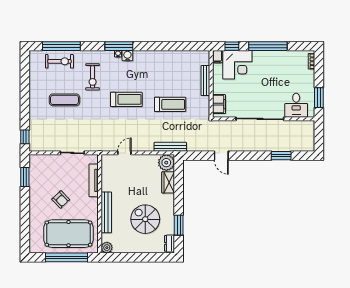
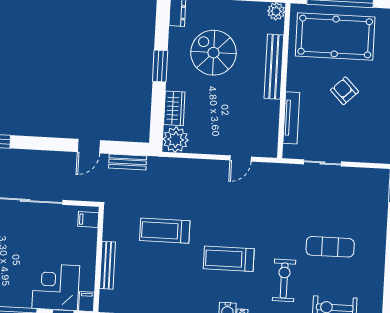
treadmill: (126, 99) -> (229, 259), moved
filing cabinet: (219, 104) -> (88, 220), width x0.50
bench: (170, 147) -> (128, 162), moved, width x0.73
door: (221, 156) -> (89, 146), swing flipped
spiral stairs: (145, 219) -> (213, 53), turned 180
window: (179, 225) -> (160, 66), moved

